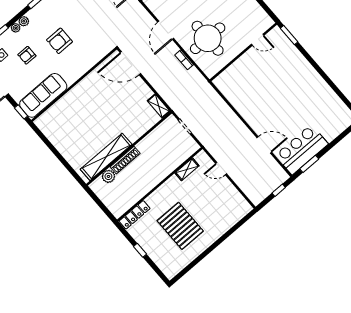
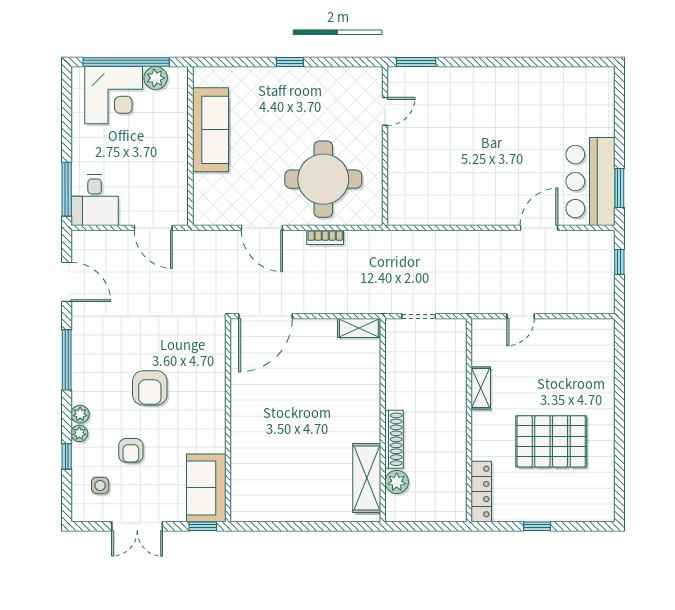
sofa: (43, 95) -> (206, 488), width x0.73
shelving: (106, 157) -> (367, 478), width x0.68
shelving: (187, 169) -> (481, 388), moved

